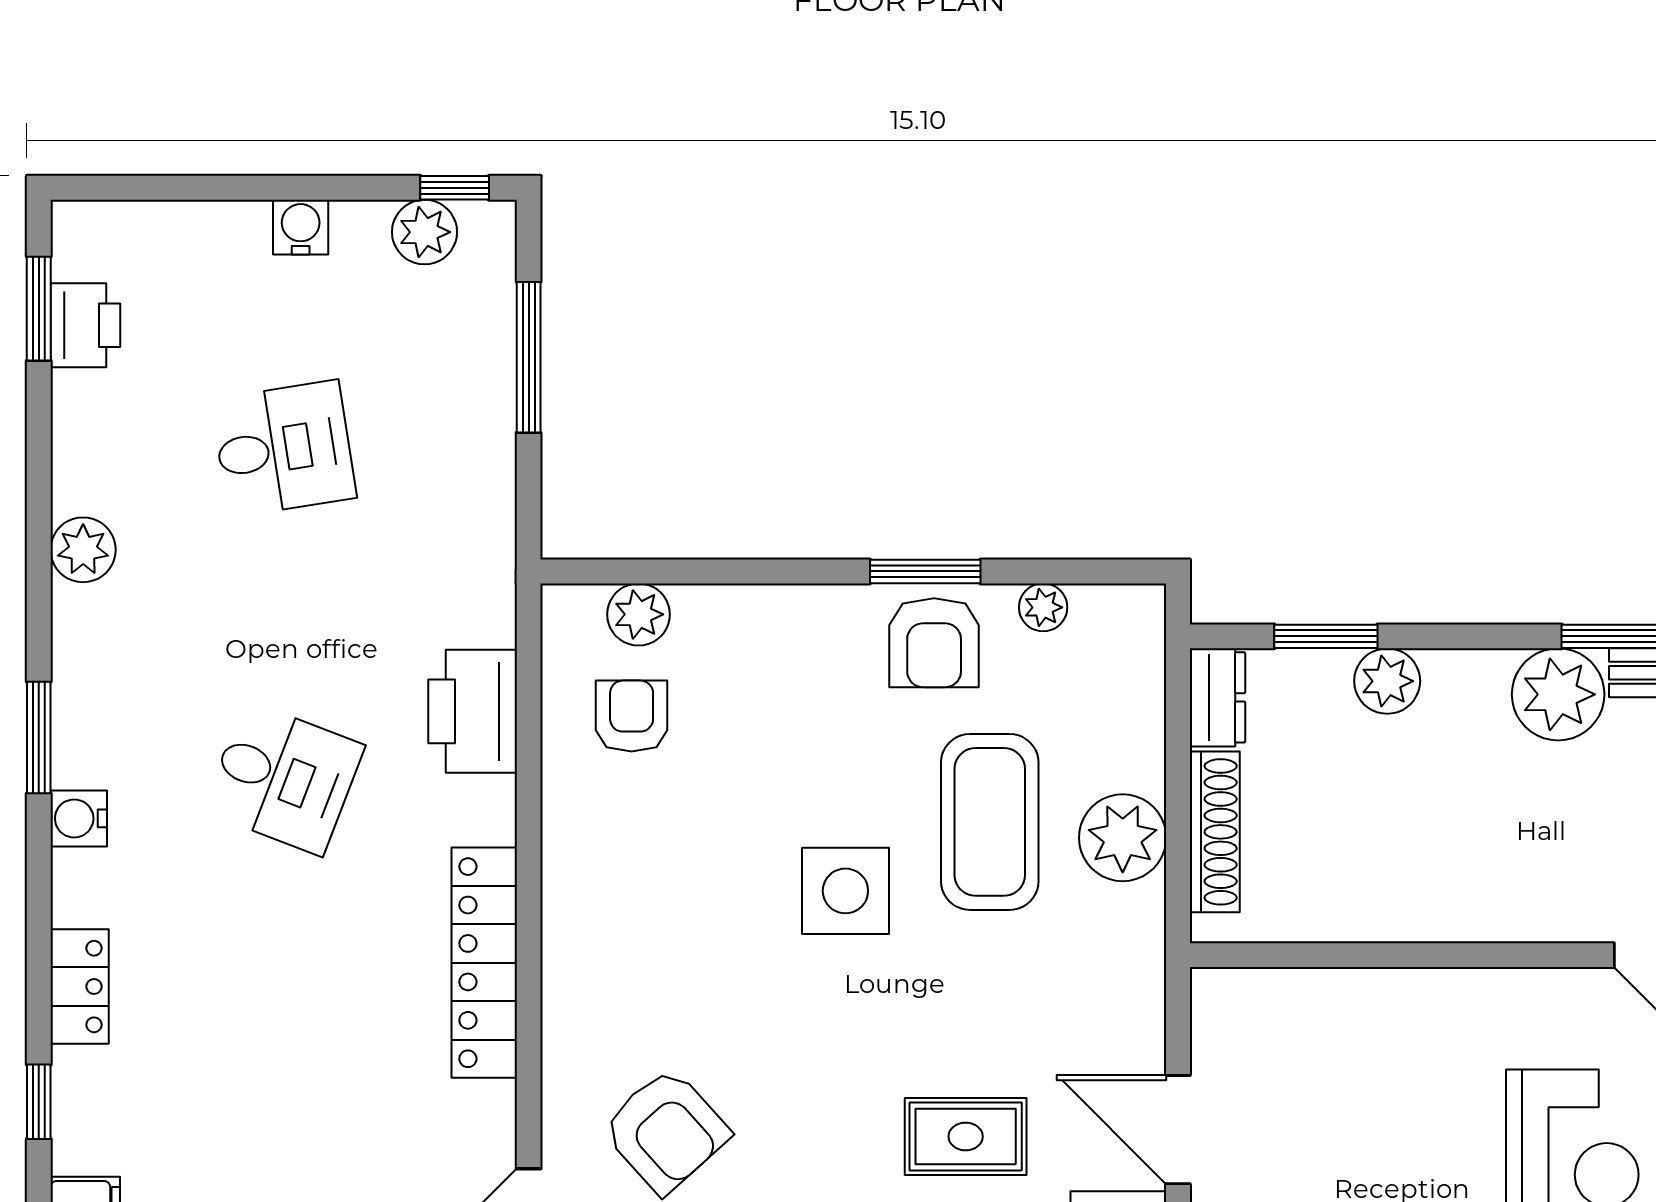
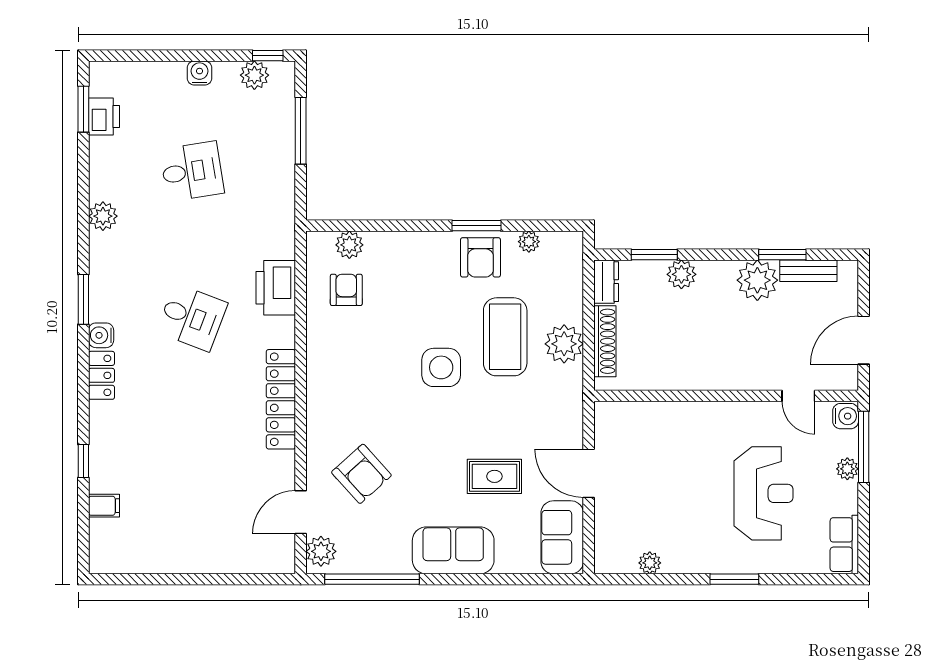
locker: (80, 987) -> (101, 375), moved

